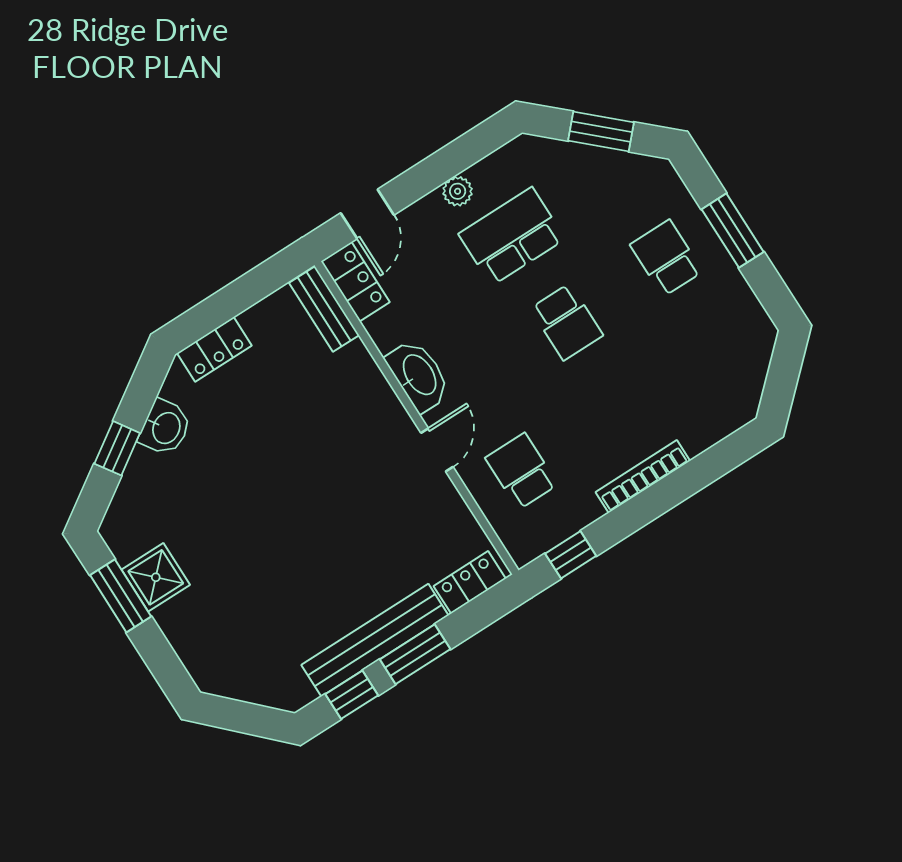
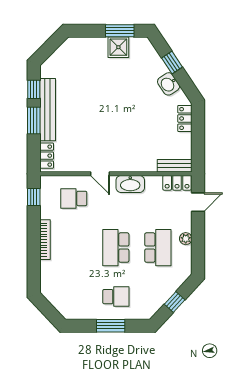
window: (601, 132) -> (175, 302), width x0.67
door: (367, 214) -> (198, 202), swing flipped
school desk: (567, 322) -> (116, 248), width x1.85
school desk: (522, 471) -> (74, 198), turned 180

